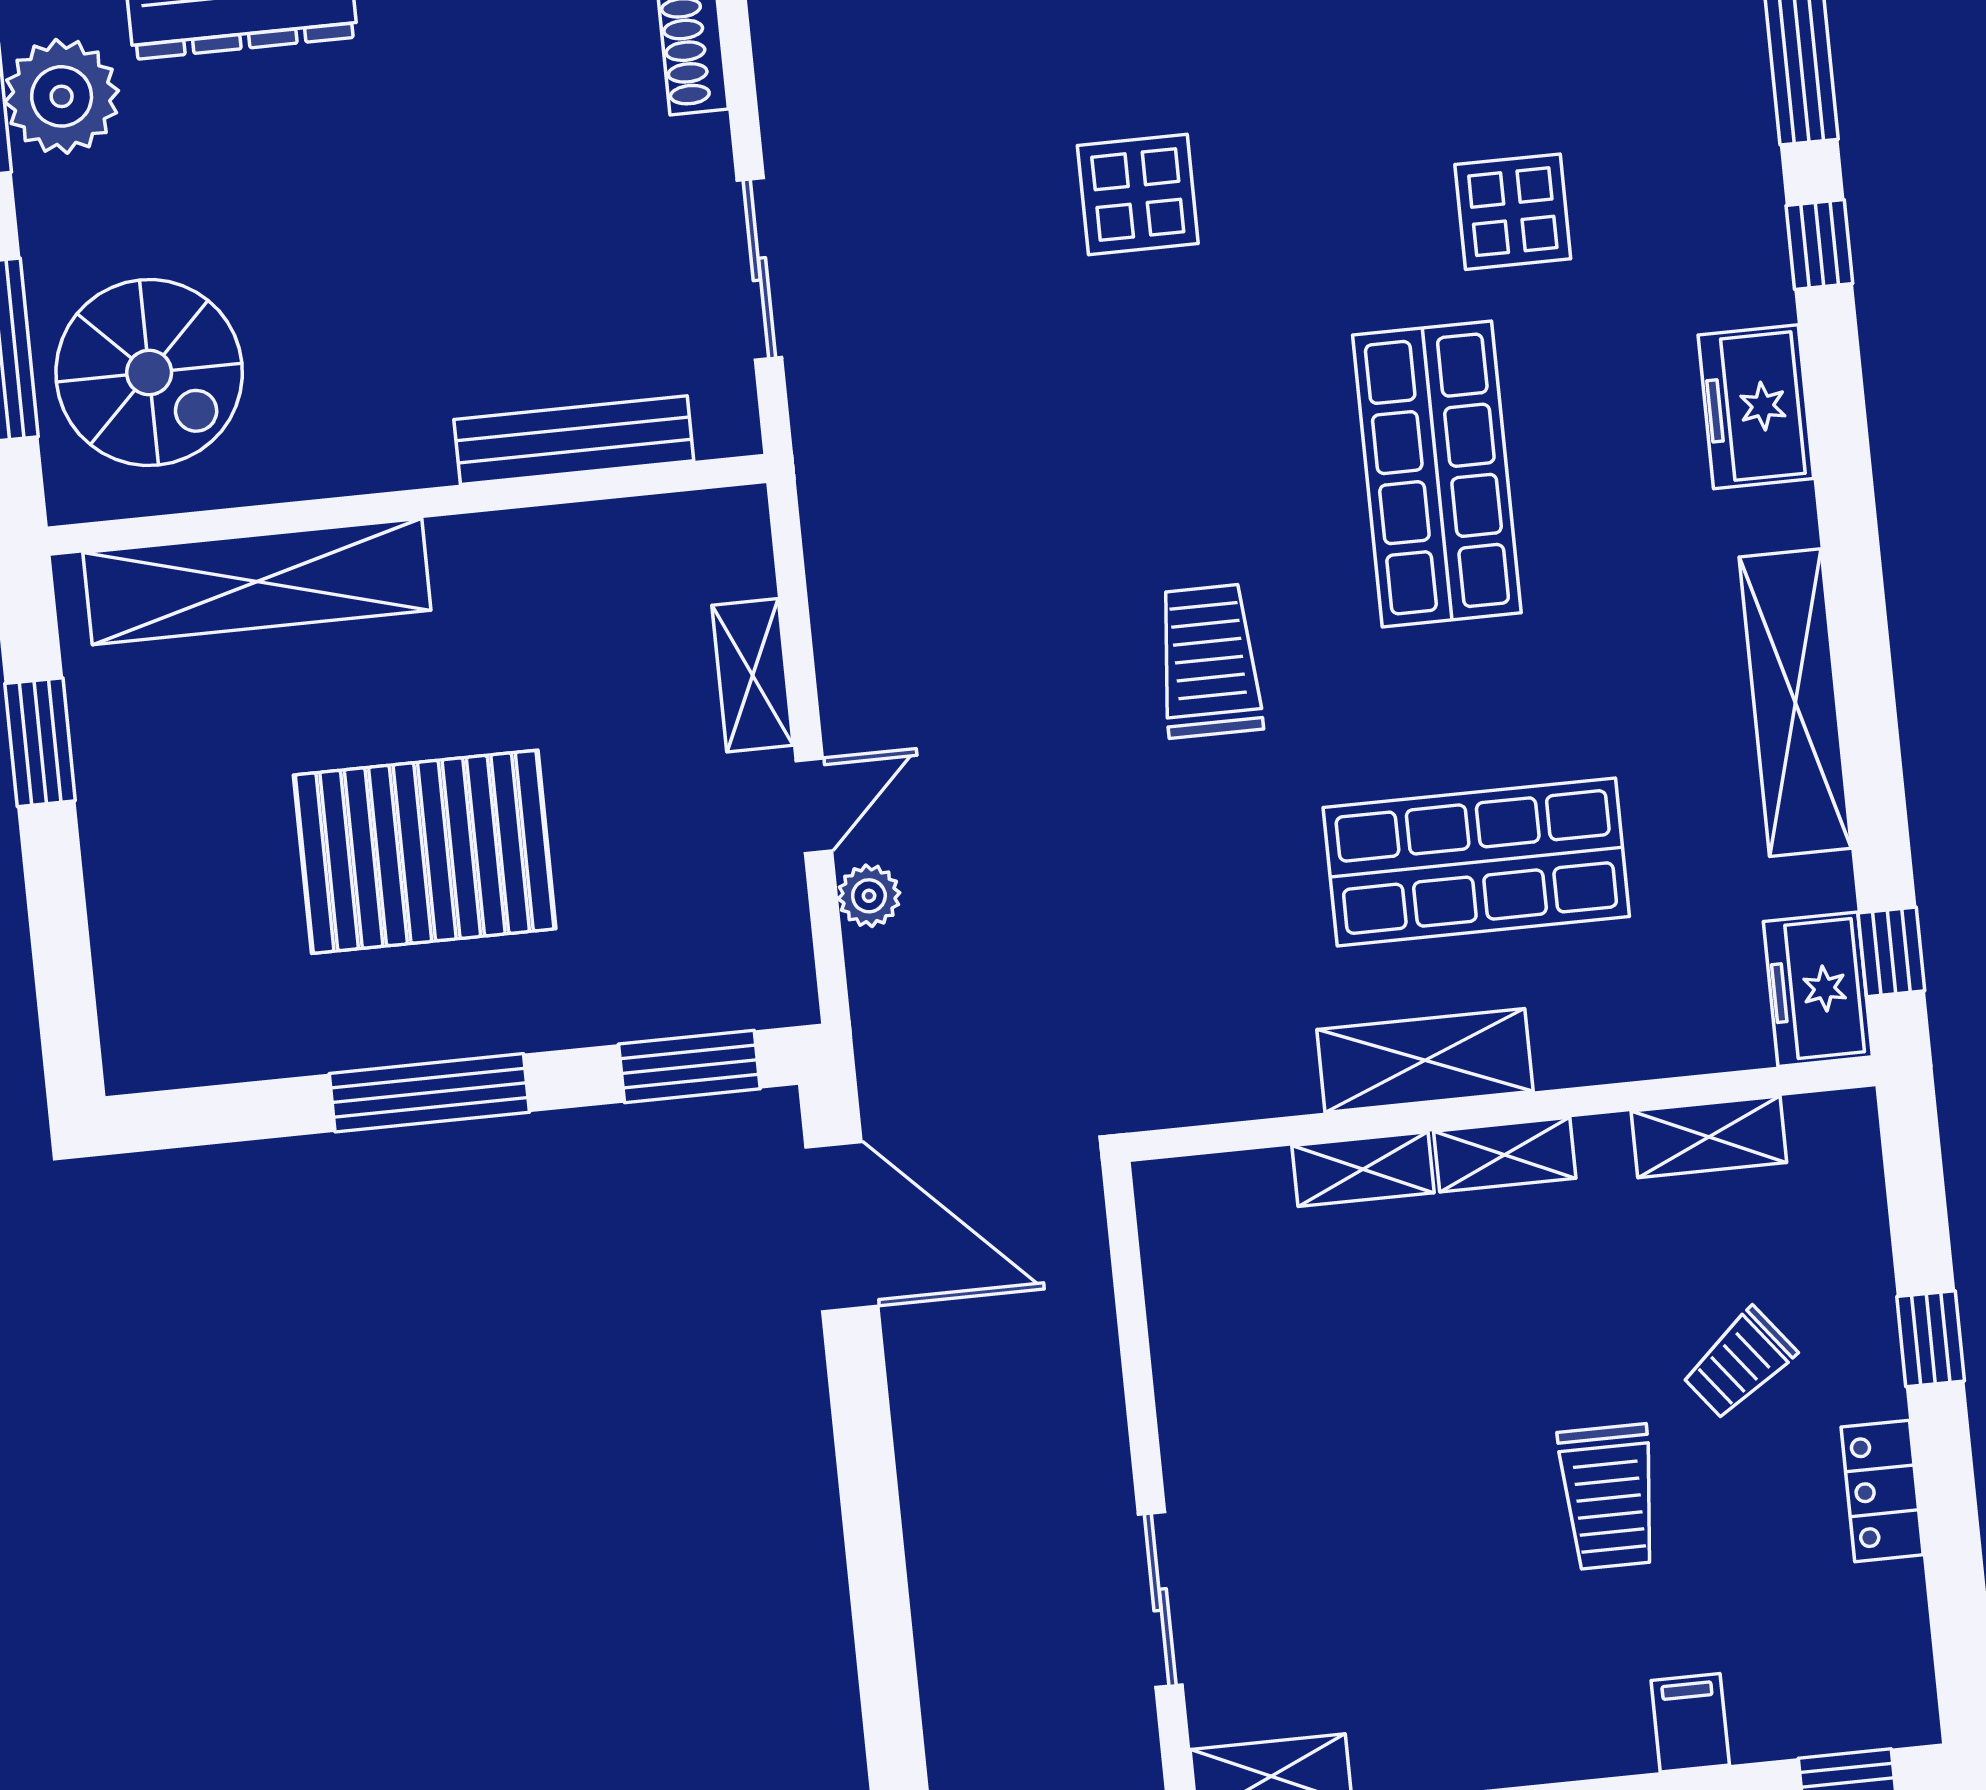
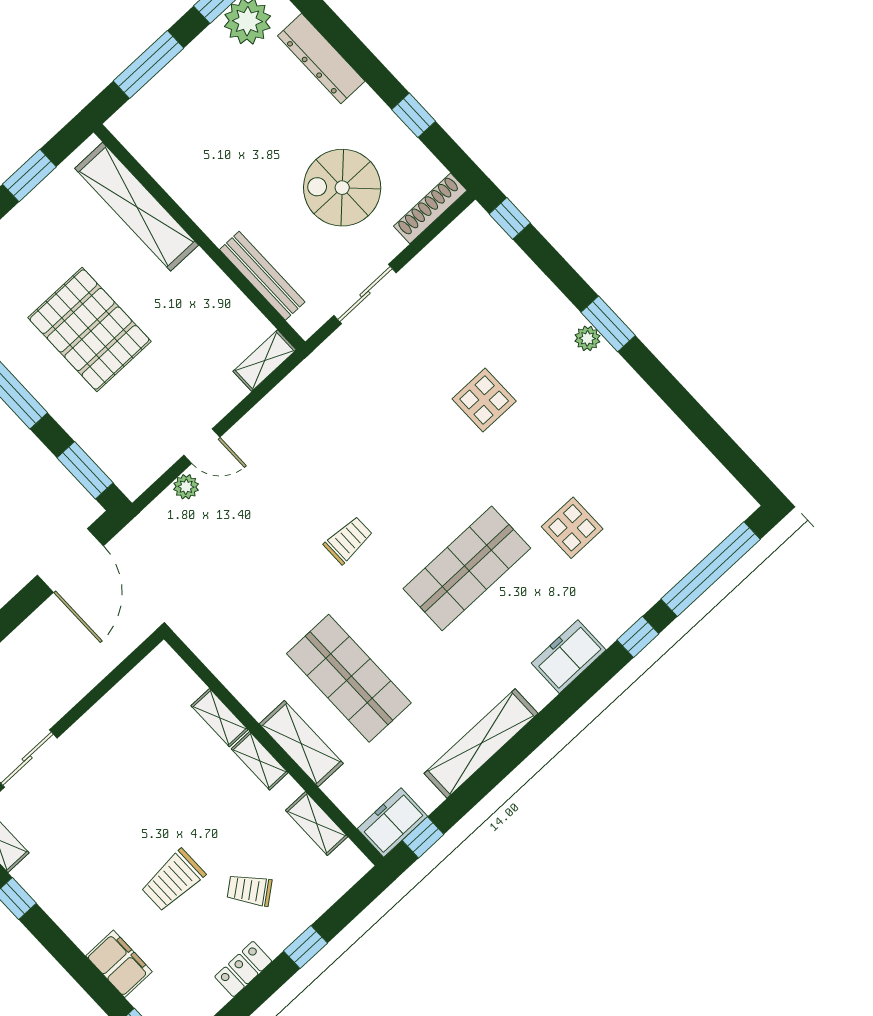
spiral stairs: (149, 373) -> (342, 188), moved, turned 90
trolley: (1209, 661) -> (348, 540), width x0.73, depth x0.72
shelving: (752, 675) -> (265, 361), moved
shelving: (1425, 1060) -> (301, 744), moved
filing cabinet: (1690, 1723) -> (119, 964), width x2.00

